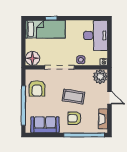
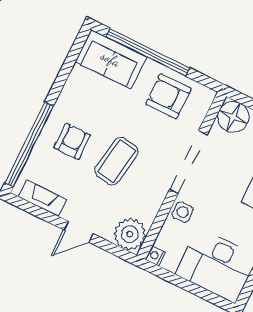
sofa: (45, 125) -> (111, 59), moved, turned 90

